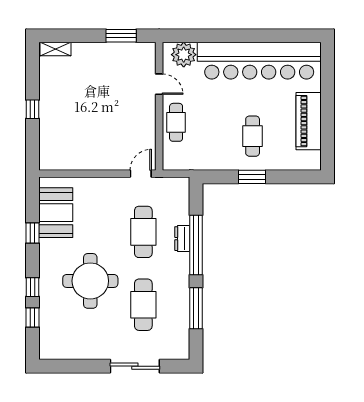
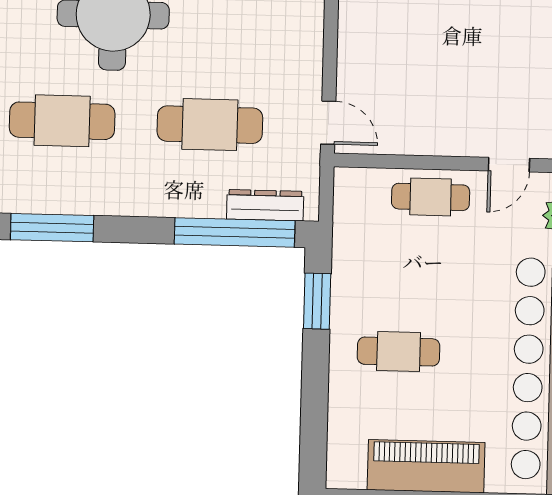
window: (252, 177) -> (317, 301), moved
dresser: (182, 239) -> (265, 205), moved, width x1.44
window: (196, 245) -> (235, 232), moved

